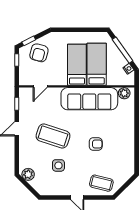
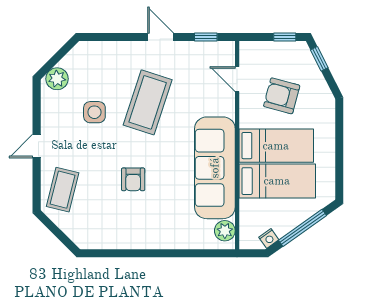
armchair: (39, 53) -> (282, 96), moved
plant: (28, 174) -> (57, 79), moved

